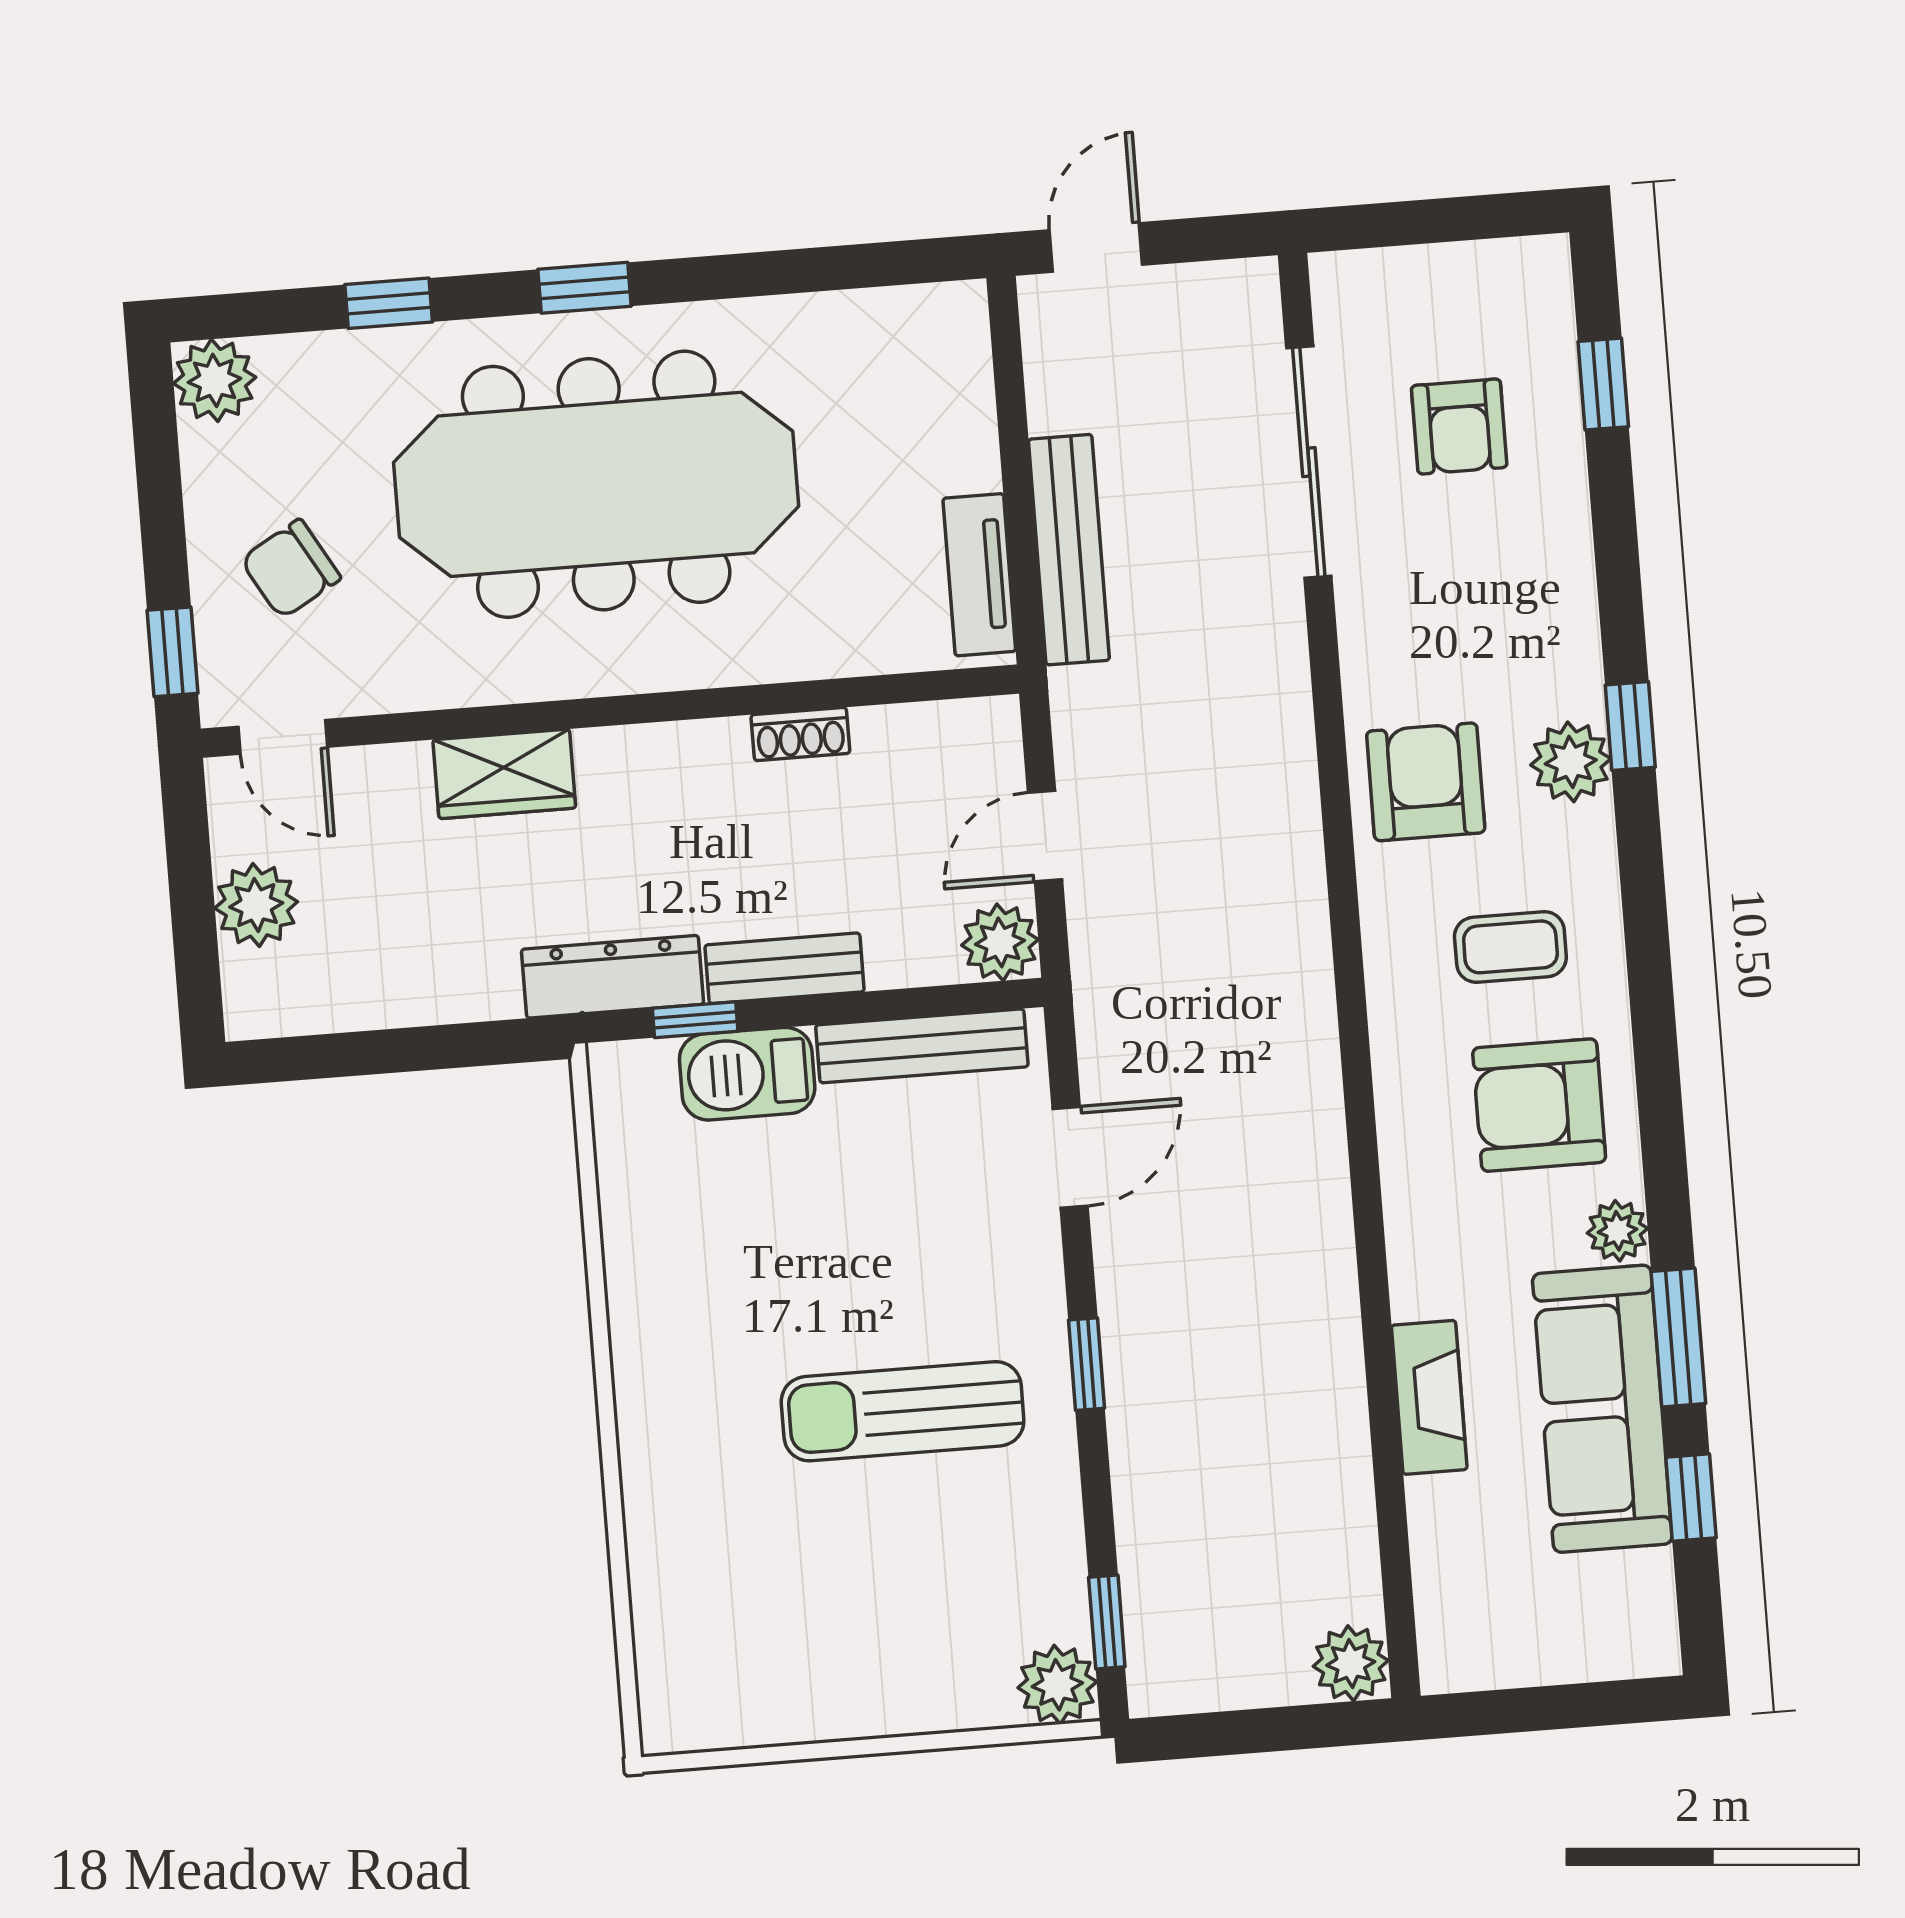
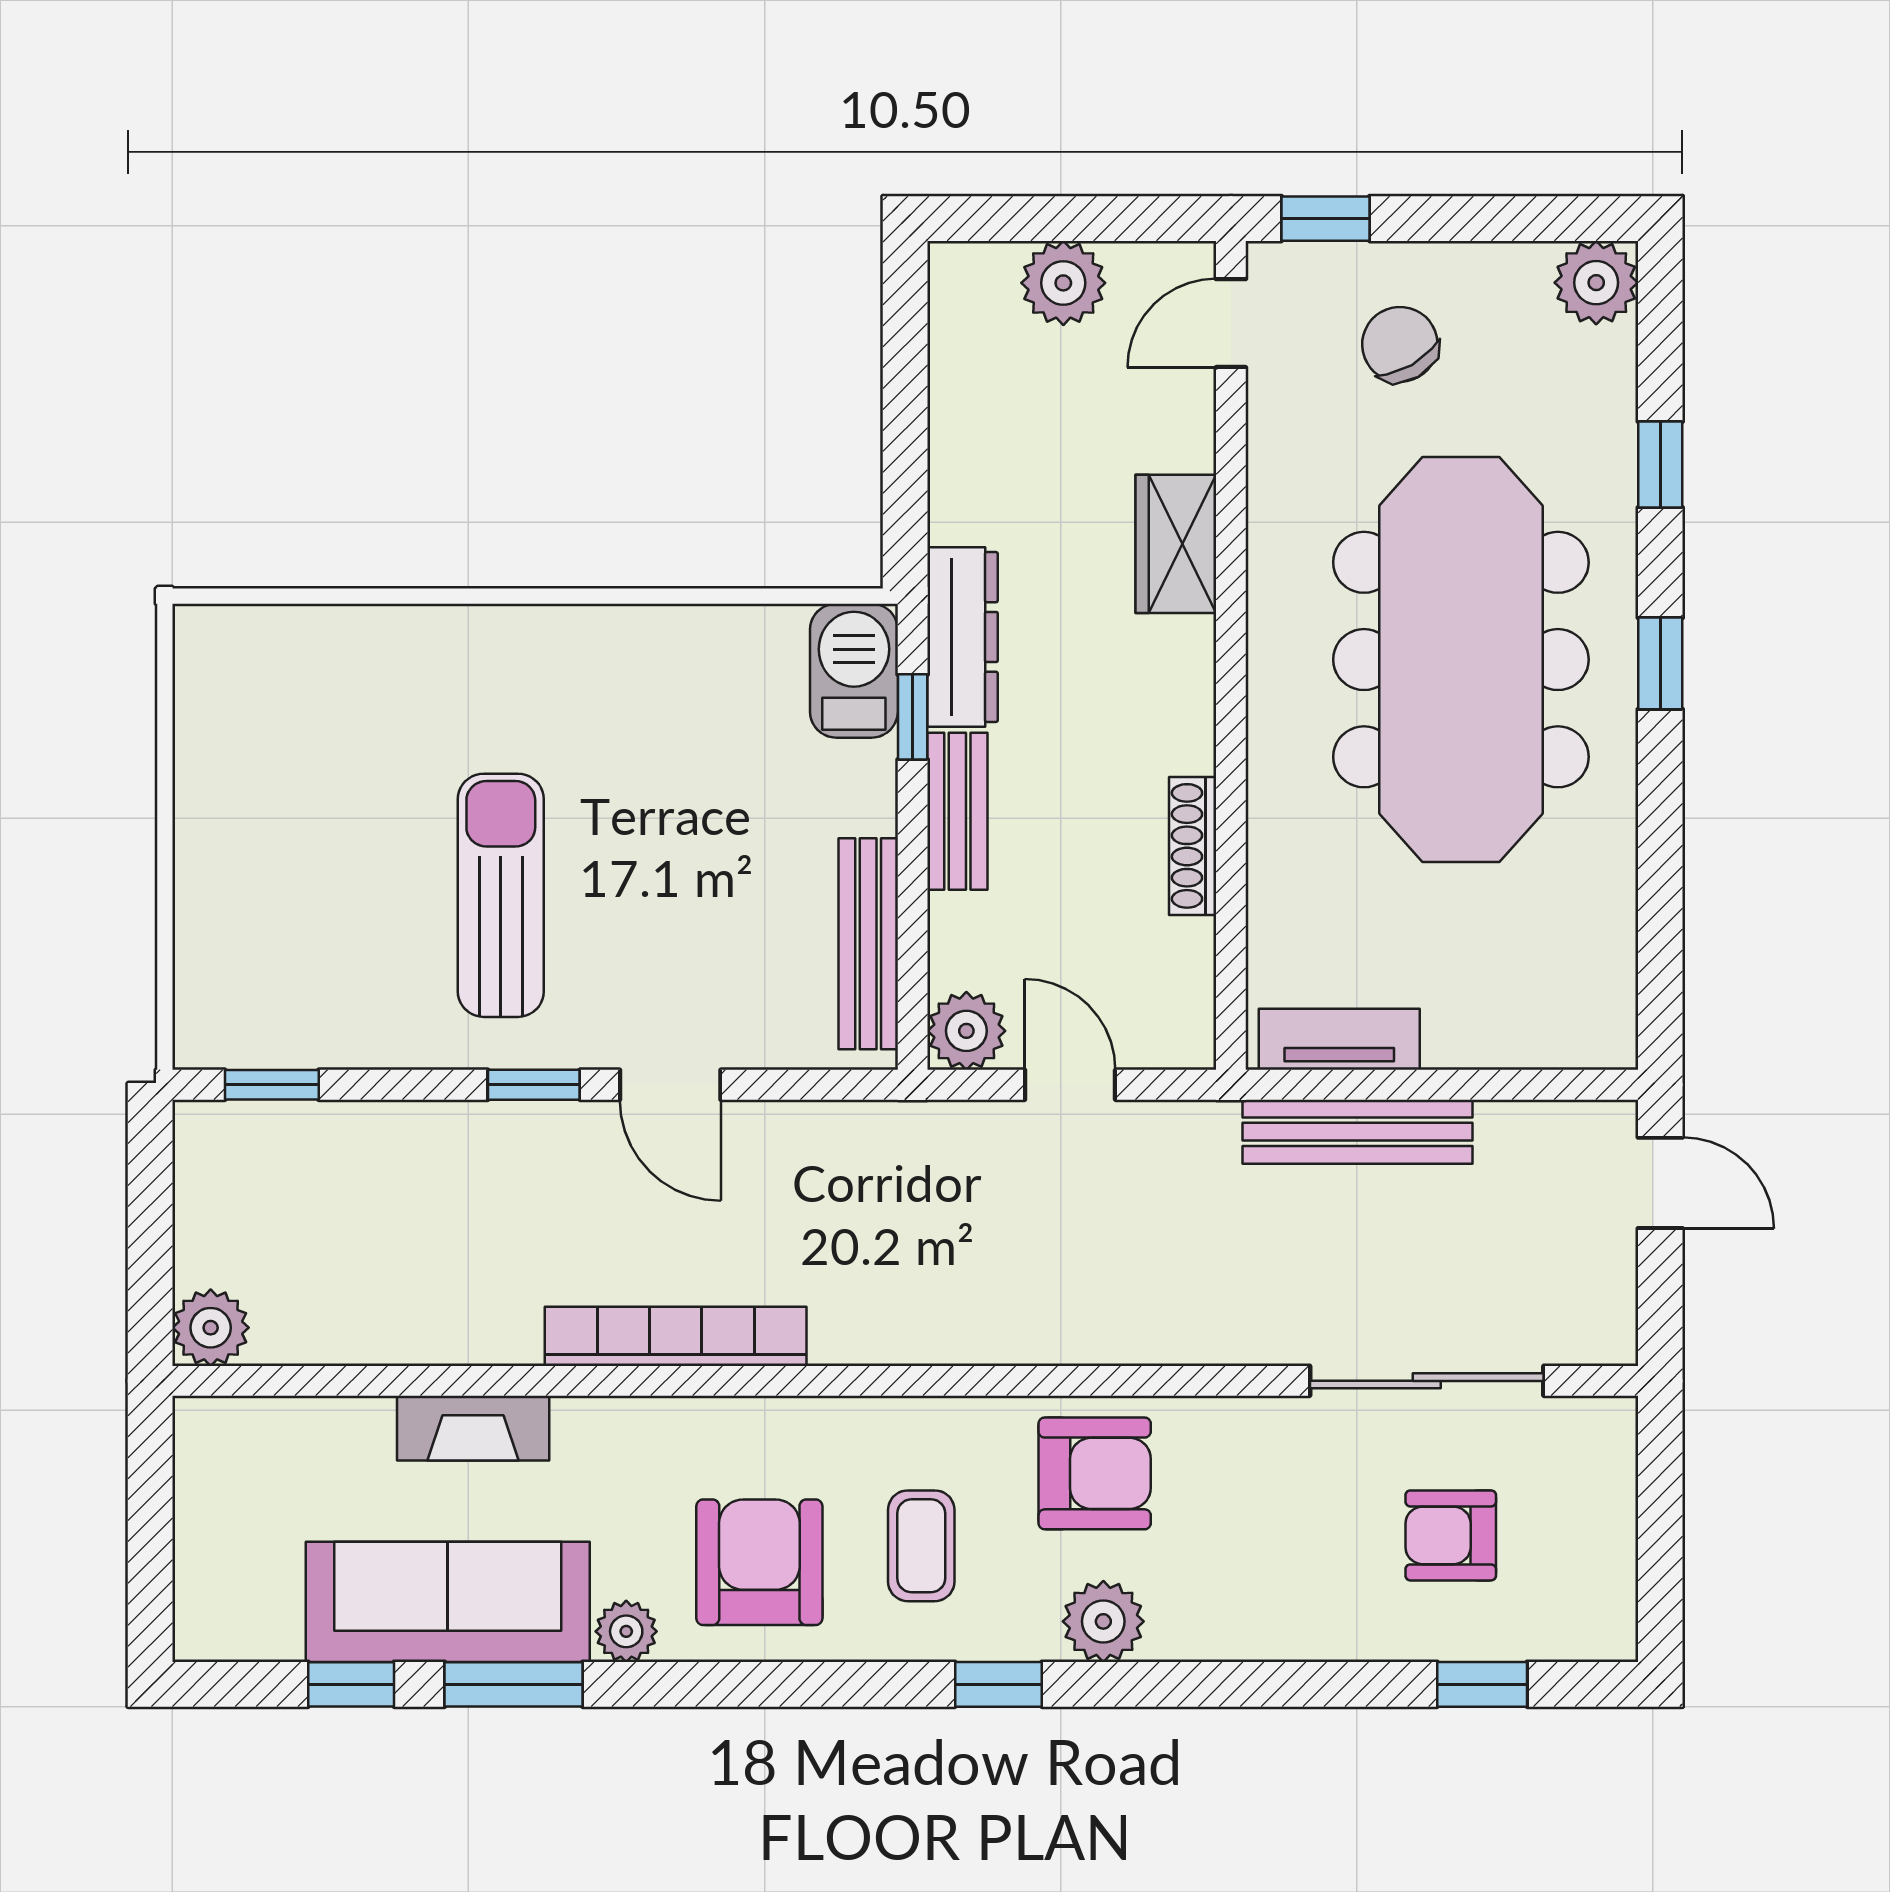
window: (1630, 726) -> (998, 1684), moved
shoe rack: (800, 734) -> (1193, 846), width x1.43
barbecue: (747, 1074) -> (854, 671), moved
door: (1070, 1157) -> (670, 1085), moved
bookcase: (1323, 1205) -> (676, 1336), added
plant: (1057, 1685) -> (212, 1030), removed

